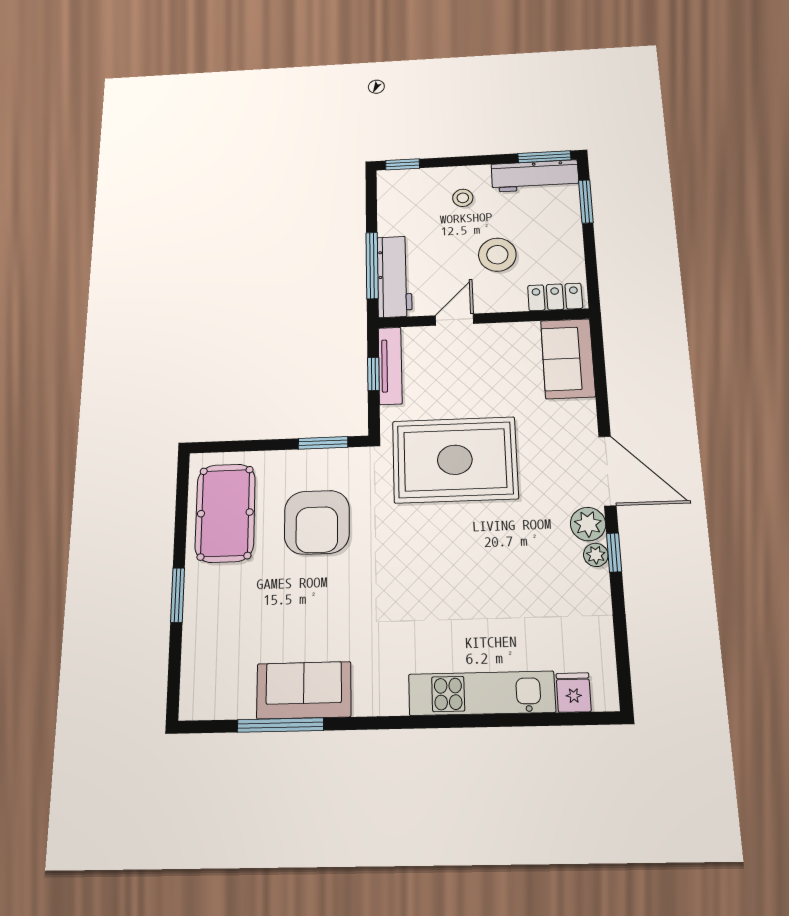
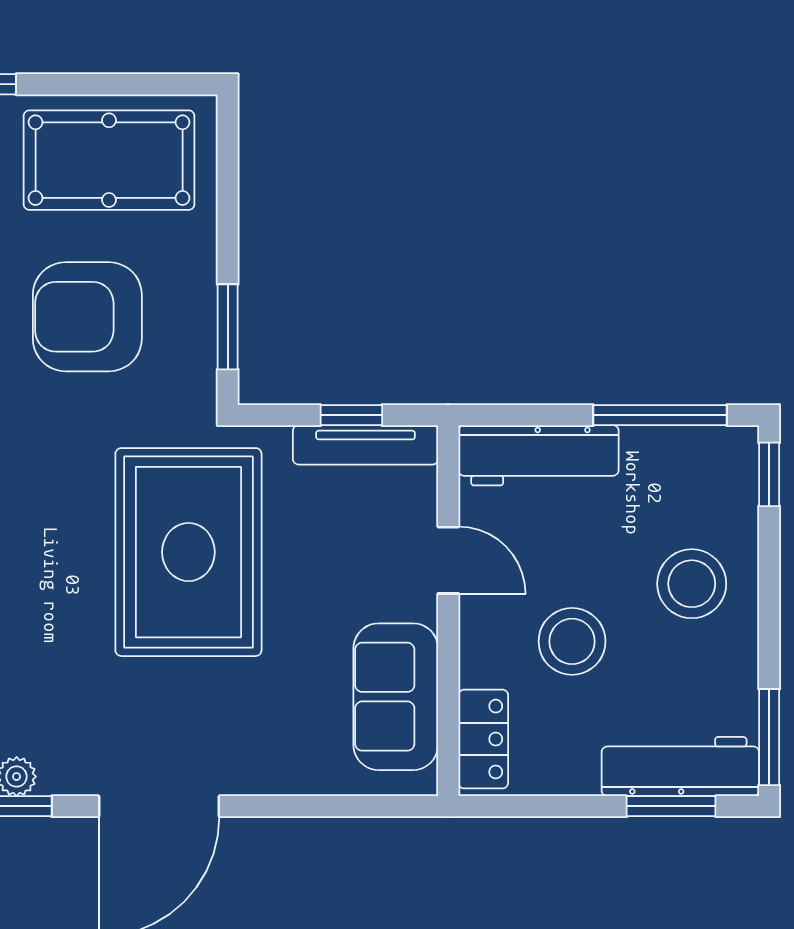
workbench: (535, 176) -> (680, 767), moved, turned 90
stool: (463, 198) -> (692, 584), width x1.89, depth x1.89
window: (372, 265) -> (660, 415), moved
sofa: (568, 359) -> (396, 697), moved, turned -90
plant: (588, 524) -> (69, 768), removed

